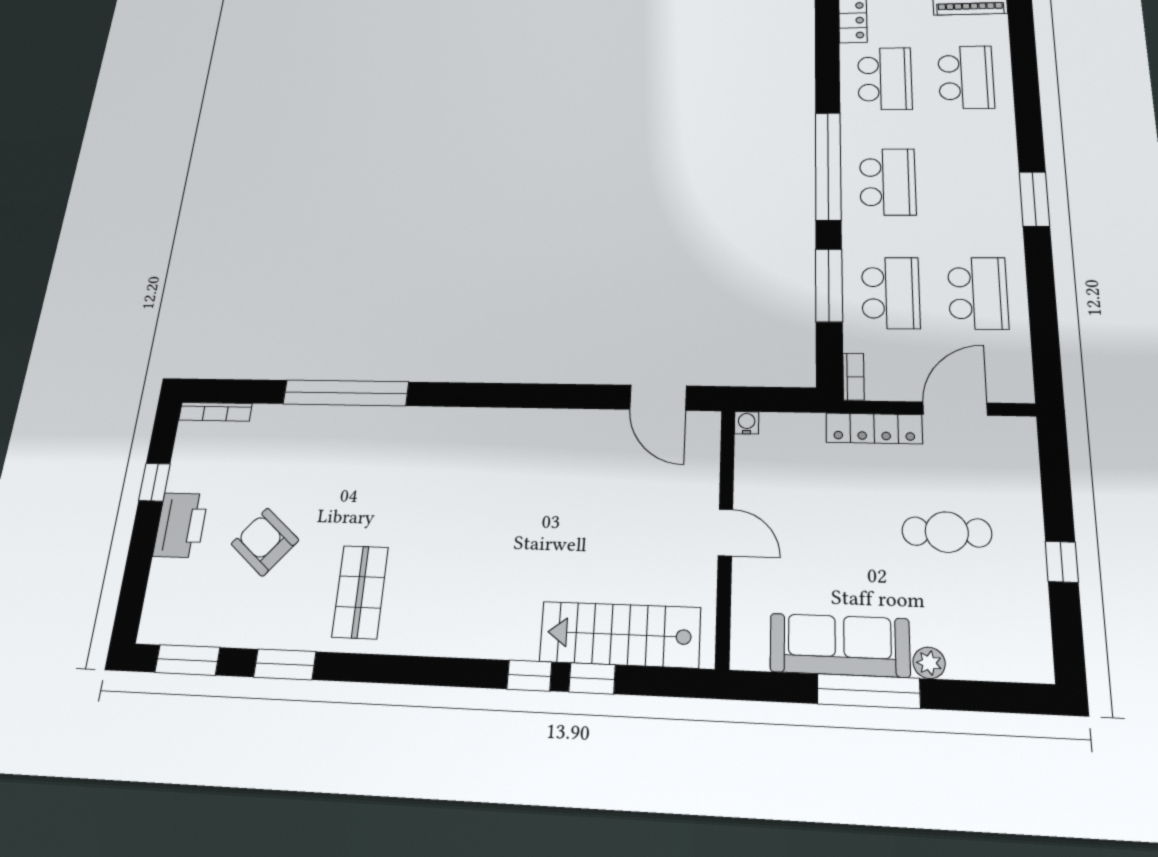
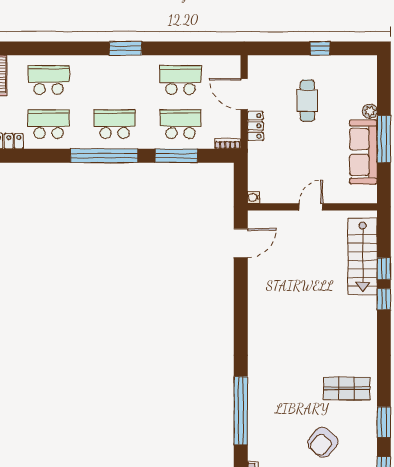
locker: (874, 428) -> (255, 126), width x0.66

